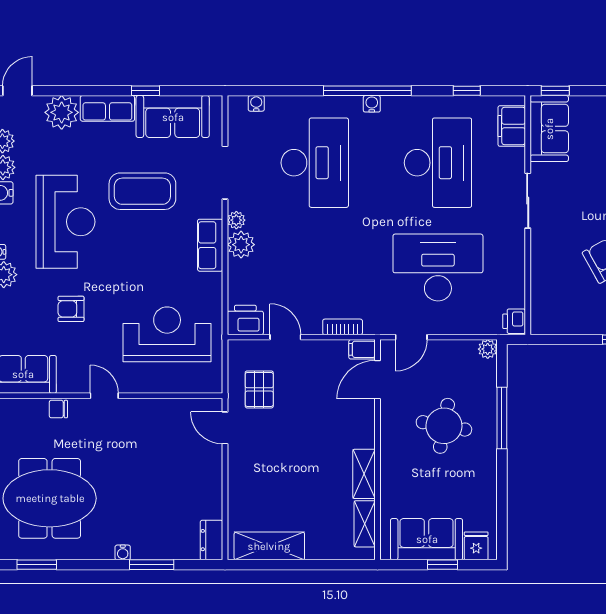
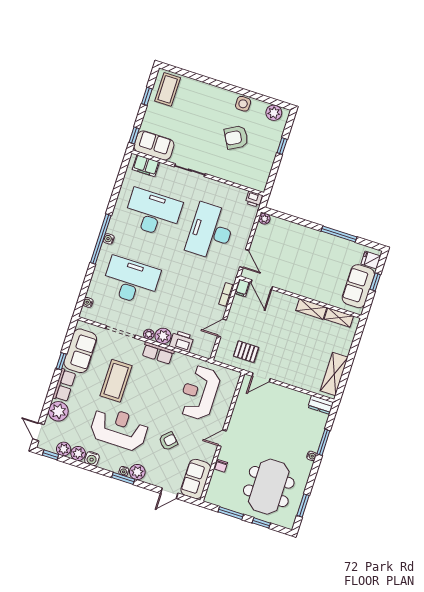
window: (467, 91) -> (118, 184), removed
armchair: (71, 309) -> (168, 441), turned -134
printer: (245, 320) -> (182, 341), moved, turned 90
window: (502, 418) -> (339, 234), moved
round table: (444, 426) -> (299, 256), removed

